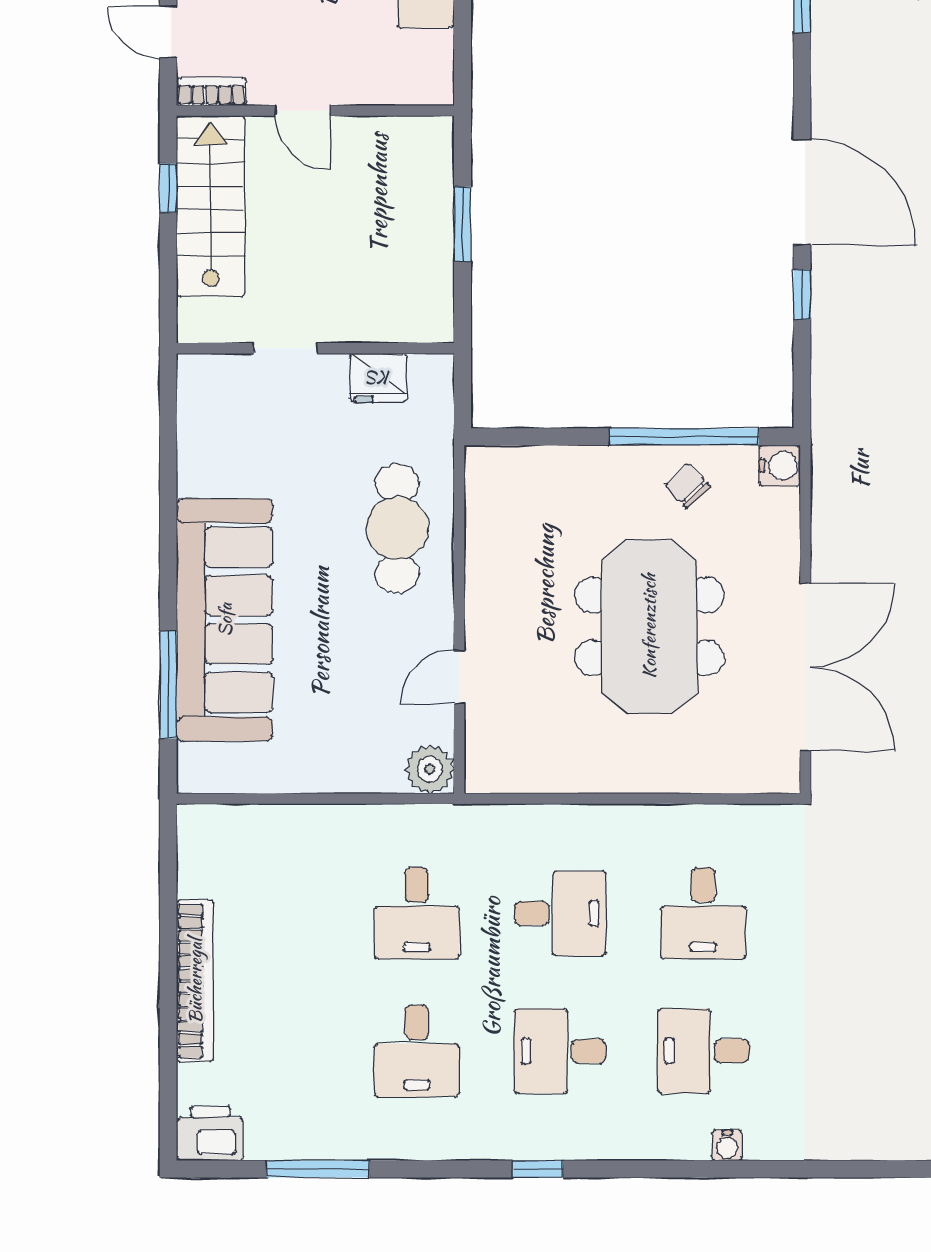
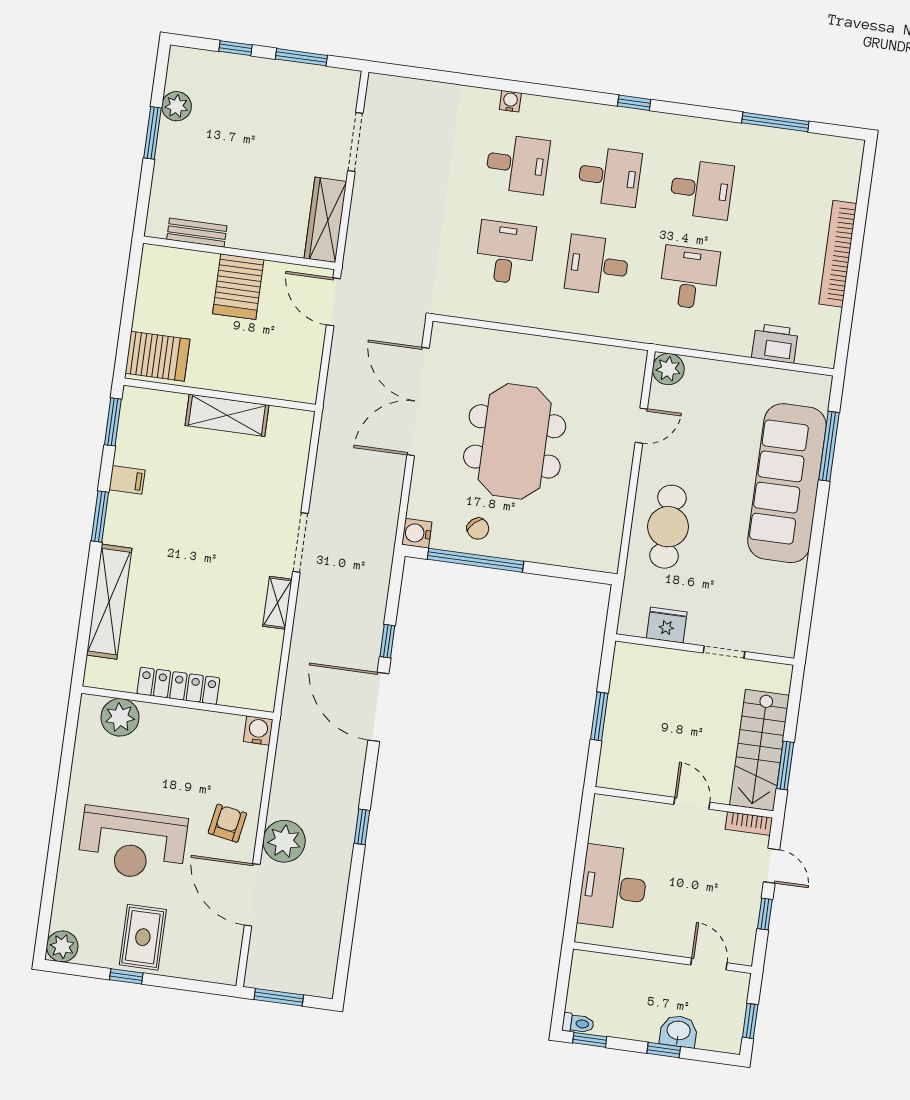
window: (168, 188) -> (785, 765), width x1.50
desk: (417, 1051) -> (701, 189), turned 90
printer: (210, 1134) -> (775, 343), moved, turned 180

